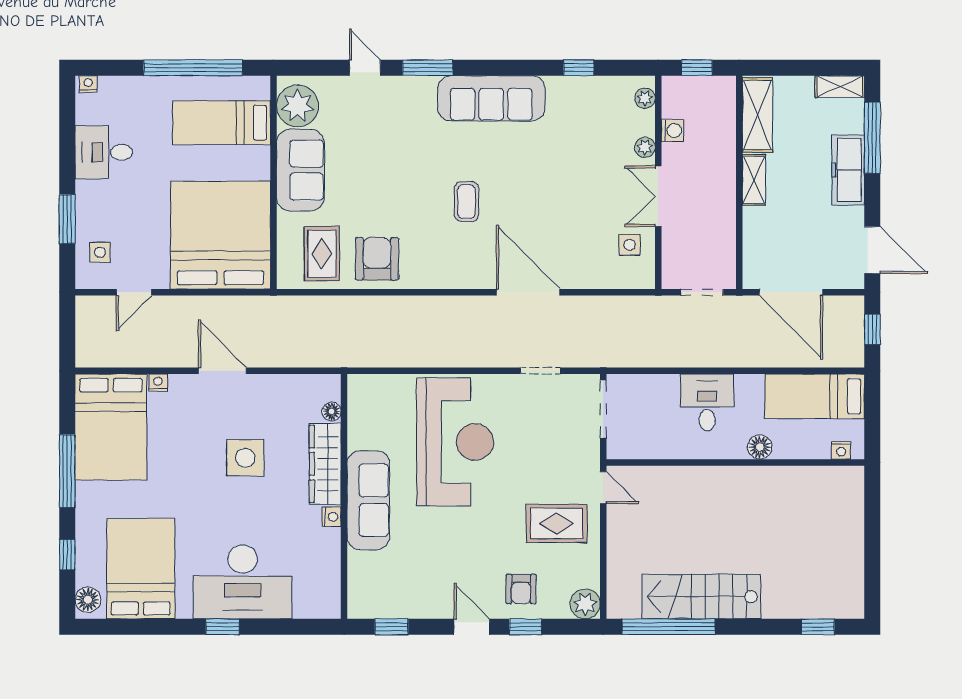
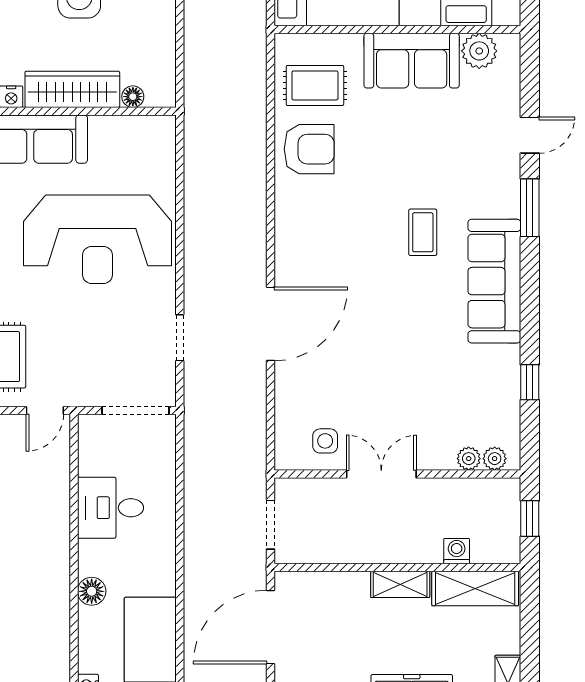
plant: (298, 106) -> (479, 51), width x0.73, depth x0.73
washing machine: (672, 131) -> (457, 551), moved, turned 180
plant: (645, 147) -> (469, 459), moved
coffee table: (466, 202) -> (423, 232), moved, turned 90
desk: (707, 402) -> (110, 508), moved, turned 180

